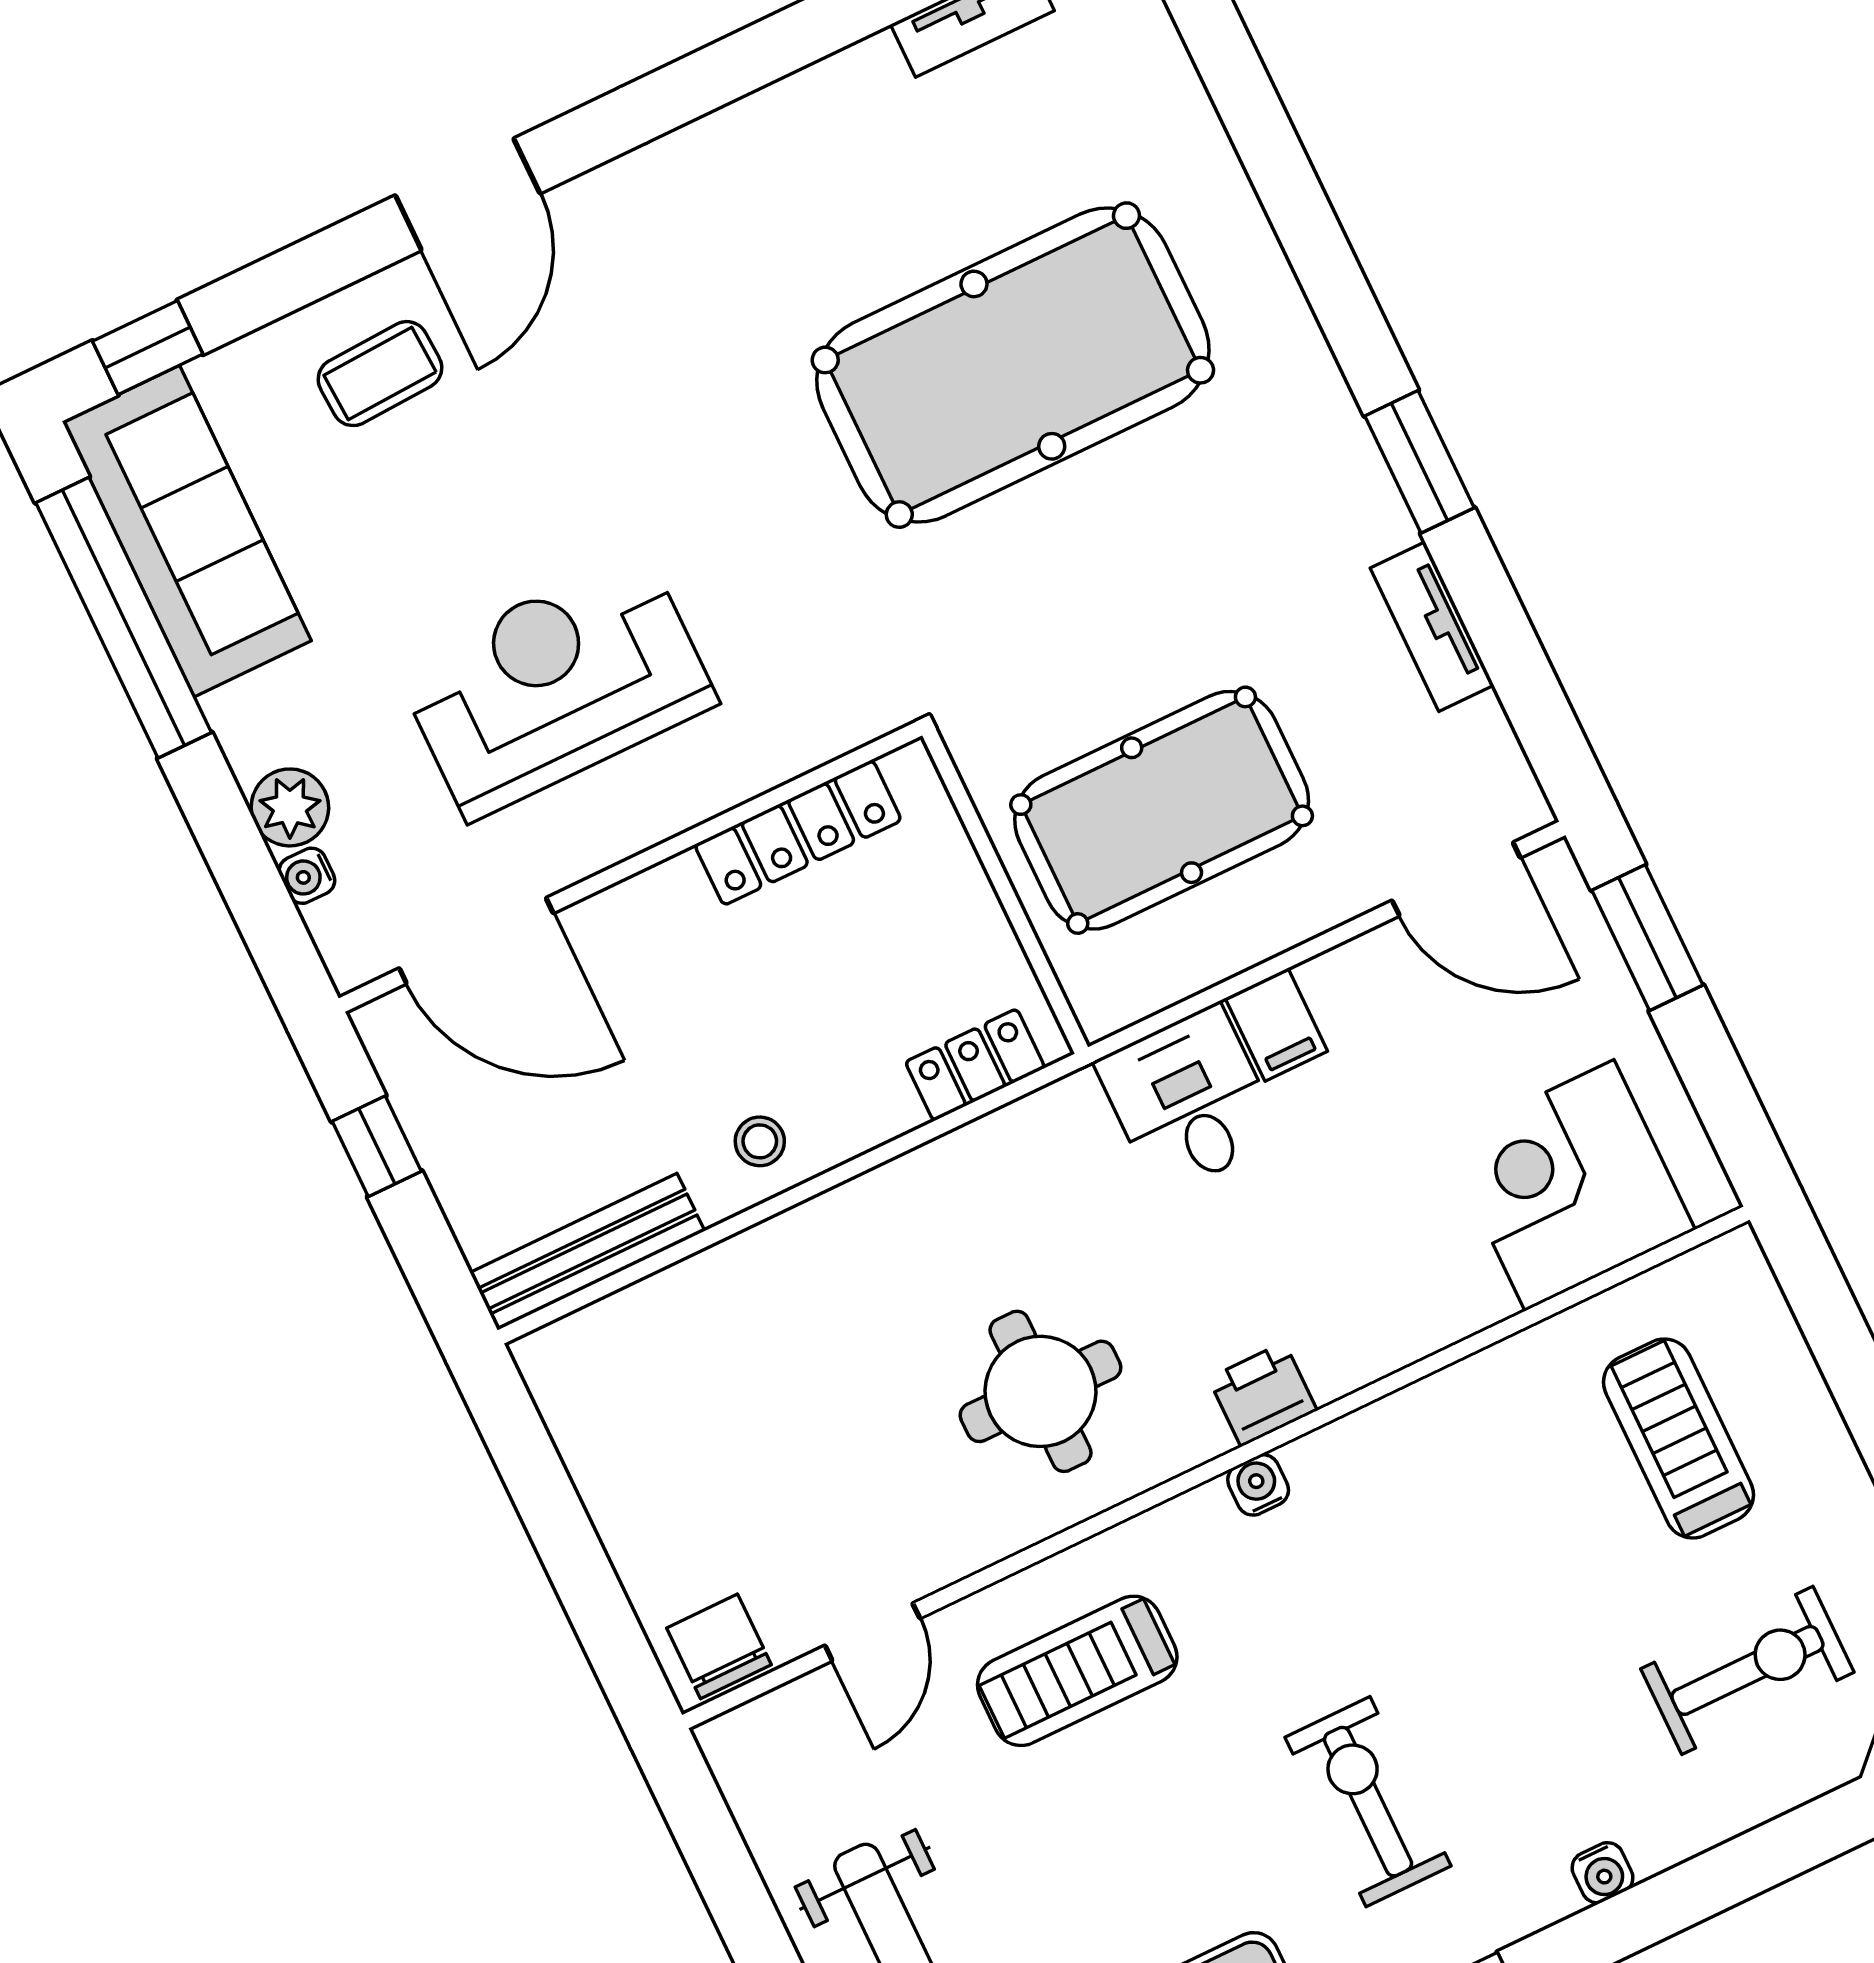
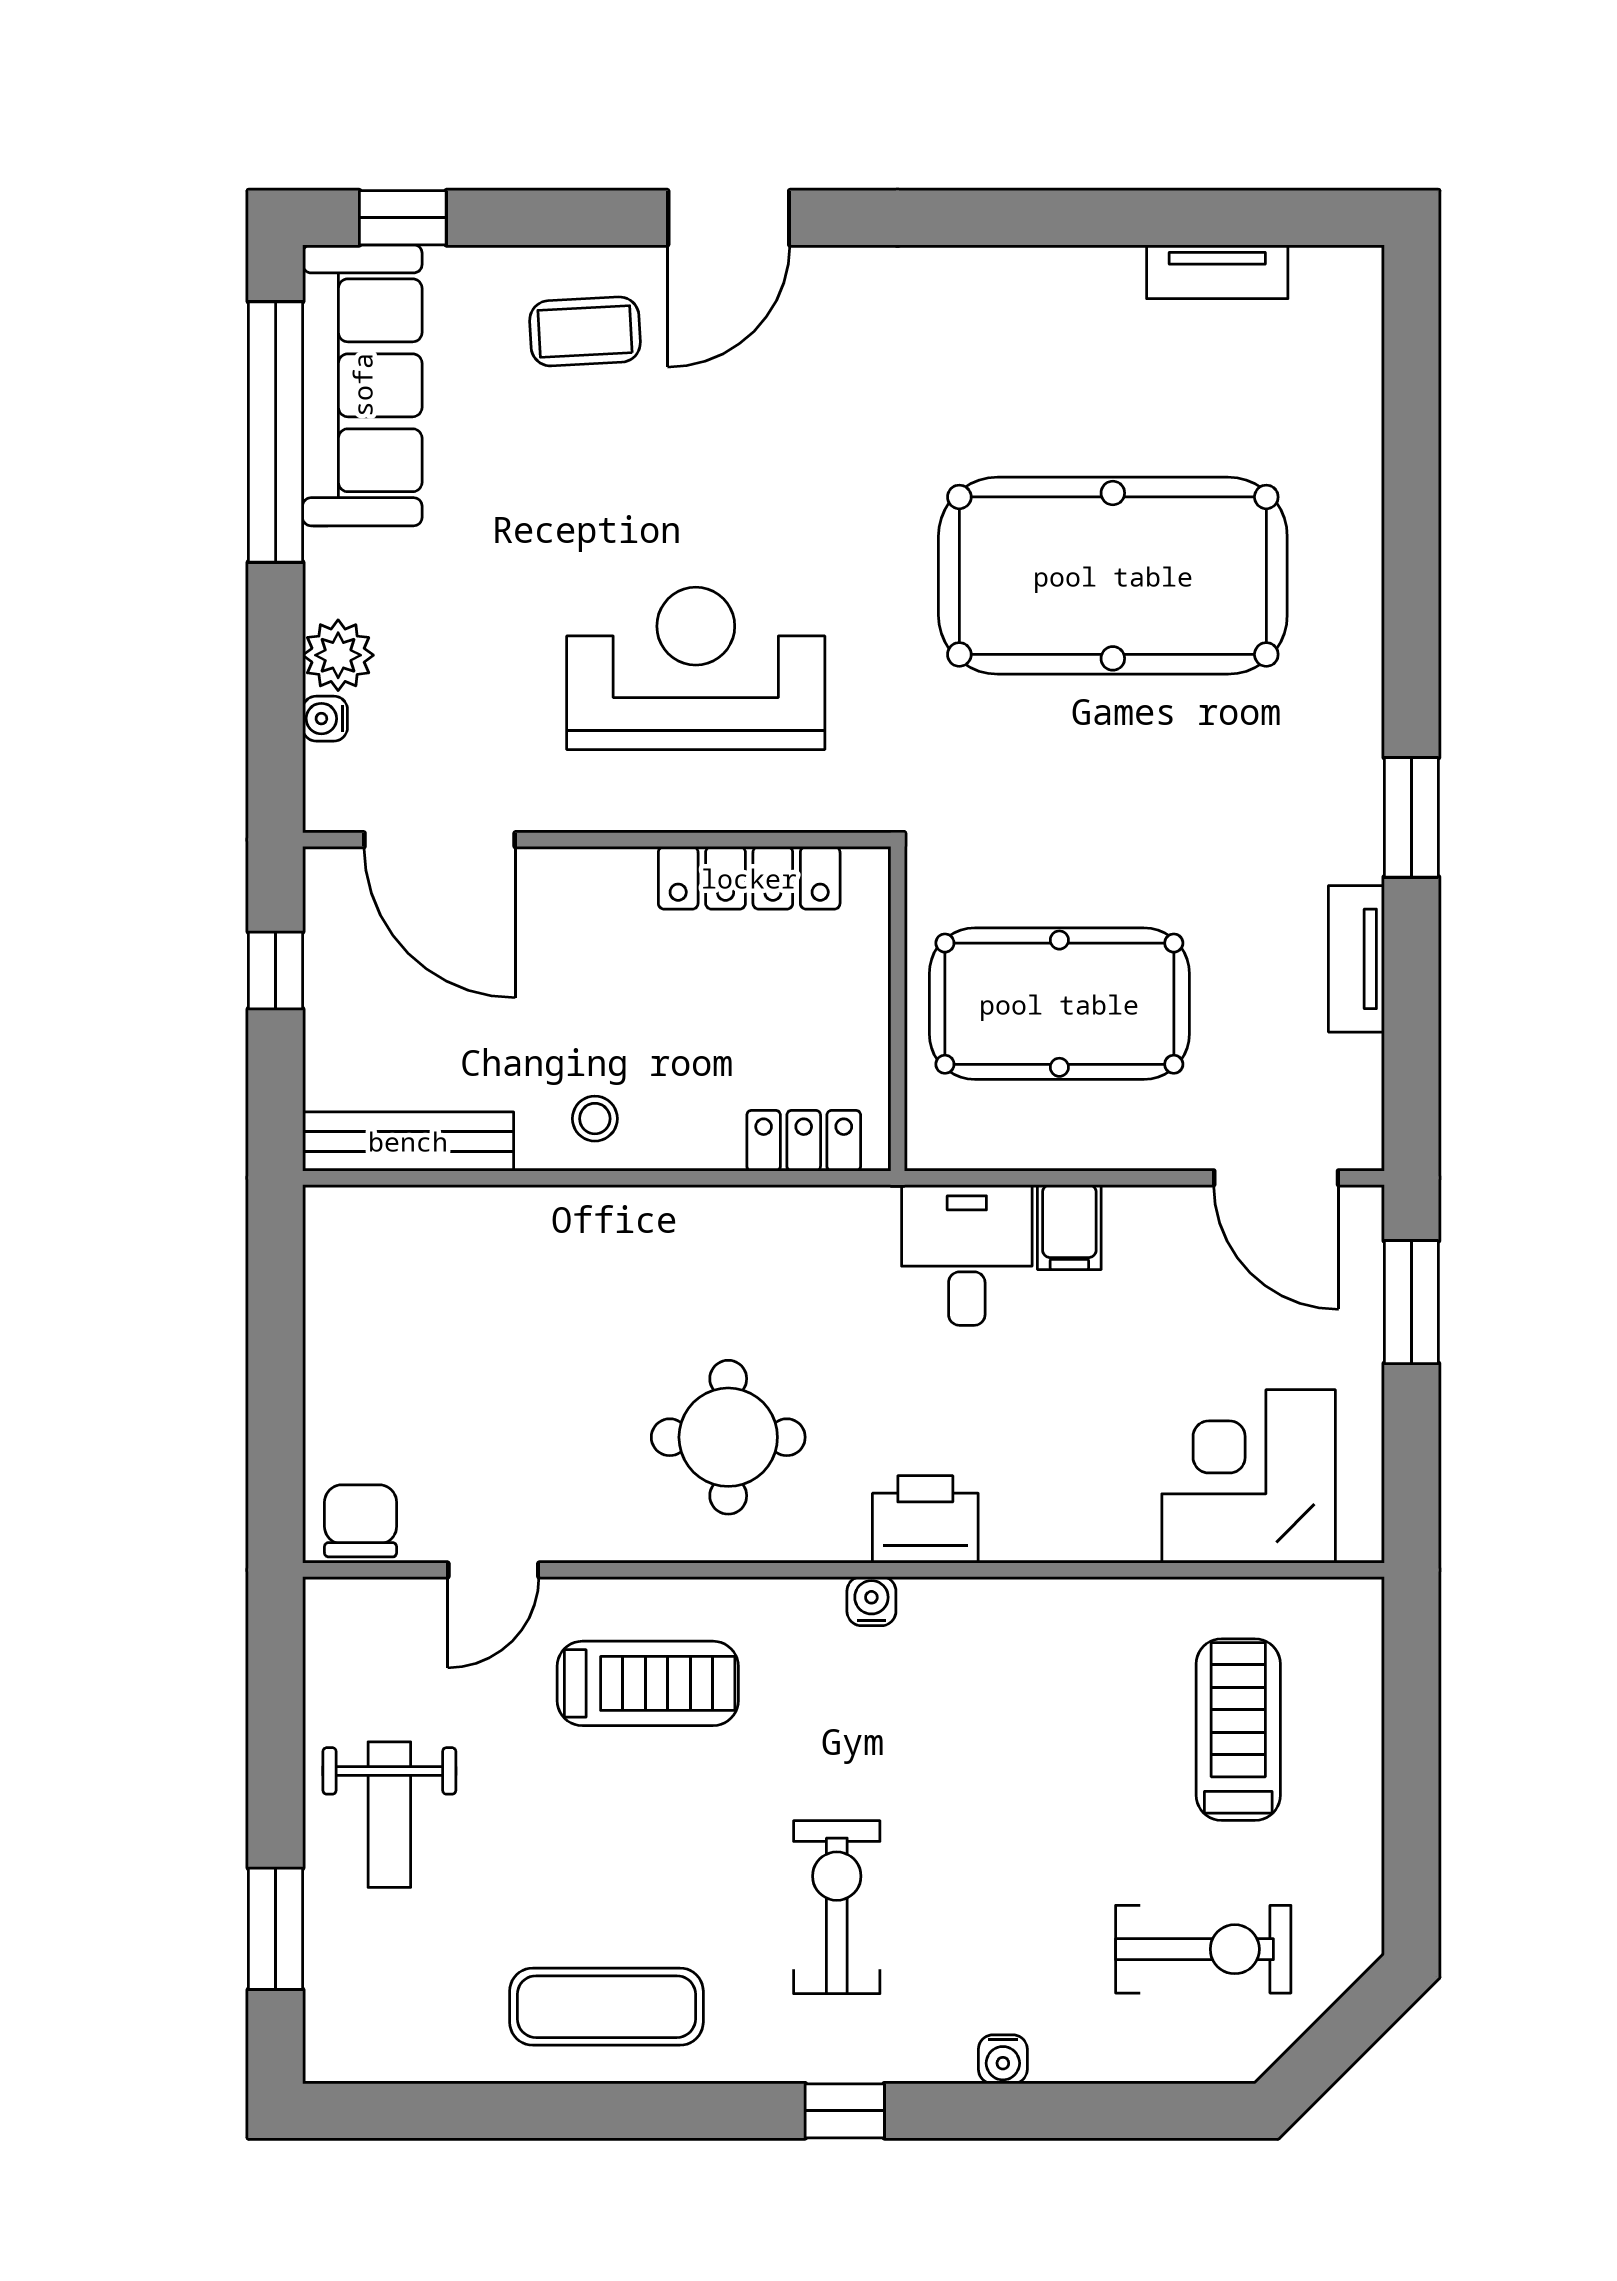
reception desk: (556, 685) -> (696, 668), moved
printer: (1263, 1394) -> (925, 1519), width x1.36, depth x1.24
treadmill: (1077, 1671) -> (648, 1683), turned 180

